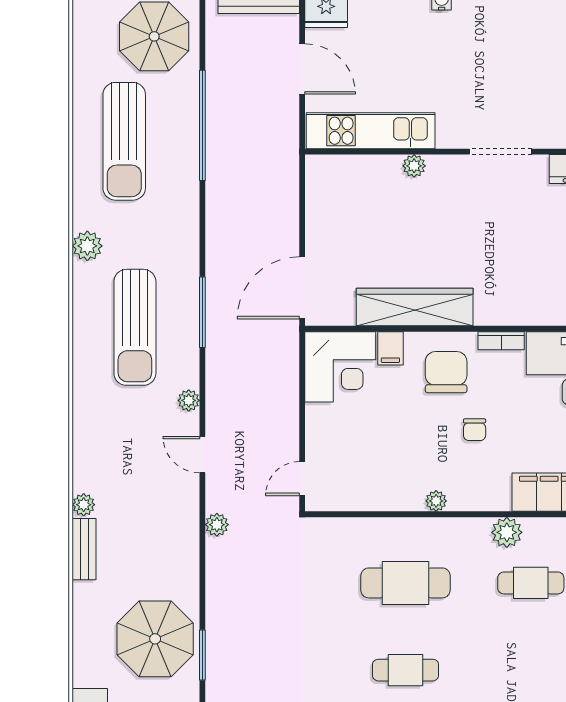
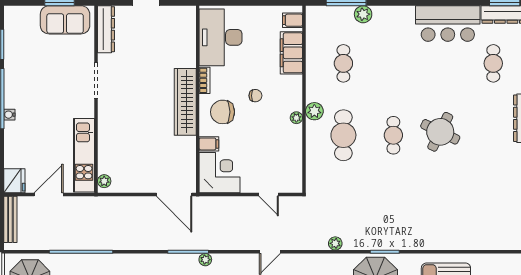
plant: (414, 166) -> (104, 181), moved
wardrobe: (415, 307) -> (185, 102), moved
plant: (189, 400) -> (205, 260), moved
door: (302, 479) -> (269, 195), moved
plant: (217, 525) -> (335, 243), moved
plant: (507, 532) -> (314, 111), moved

